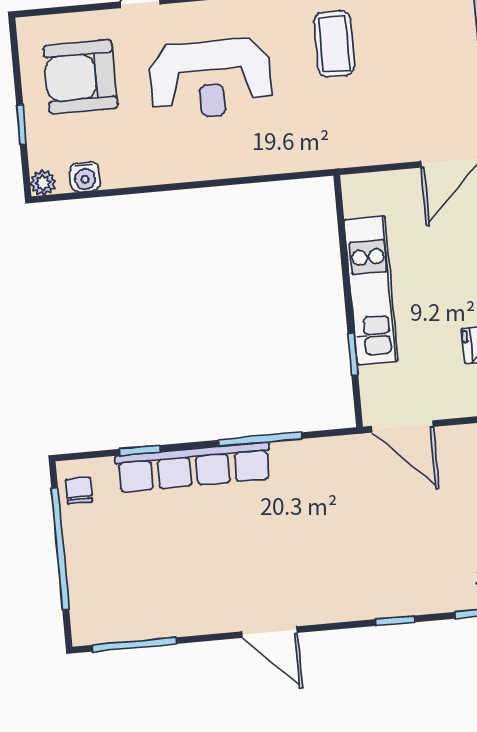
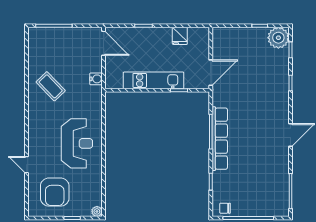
coffee table: (334, 44) -> (51, 86), turned 46
reception desk: (211, 79) -> (77, 143), moved
water cooler: (85, 177) -> (96, 79), moved
row of seats: (193, 467) -> (220, 139), moved

